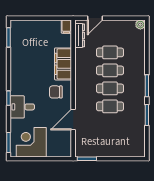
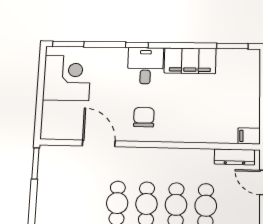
filing cabinet: (63, 64) -> (190, 61), moved, turned 180
desk: (22, 107) -> (145, 66), moved

